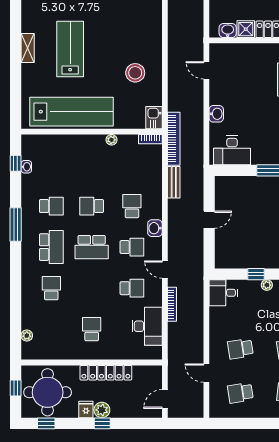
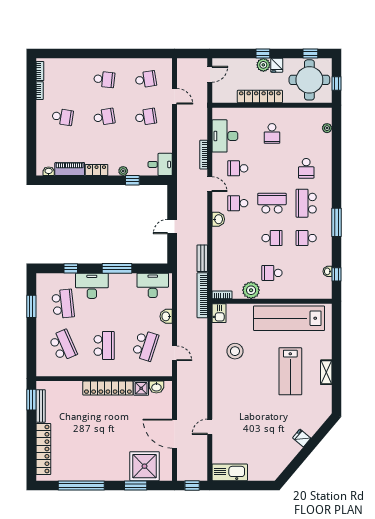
school desk: (241, 79) -> (145, 345), added
plant: (112, 140) -> (251, 290), width x1.87, depth x1.87
school desk: (132, 206) -> (272, 273), moved, turned 90

